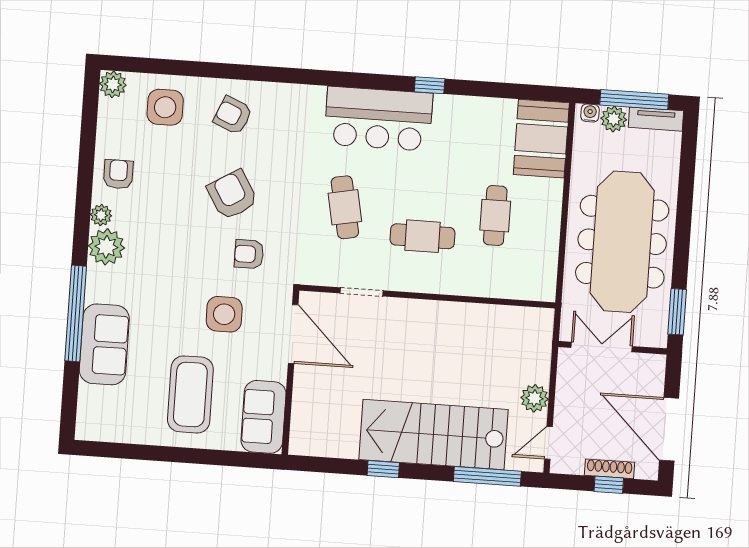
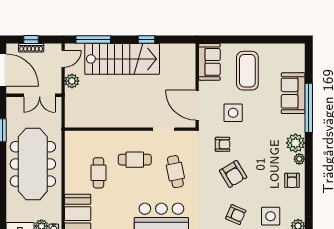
double door: (602, 347) -> (40, 95), moved
wall: (613, 348) -> (34, 95), moved

